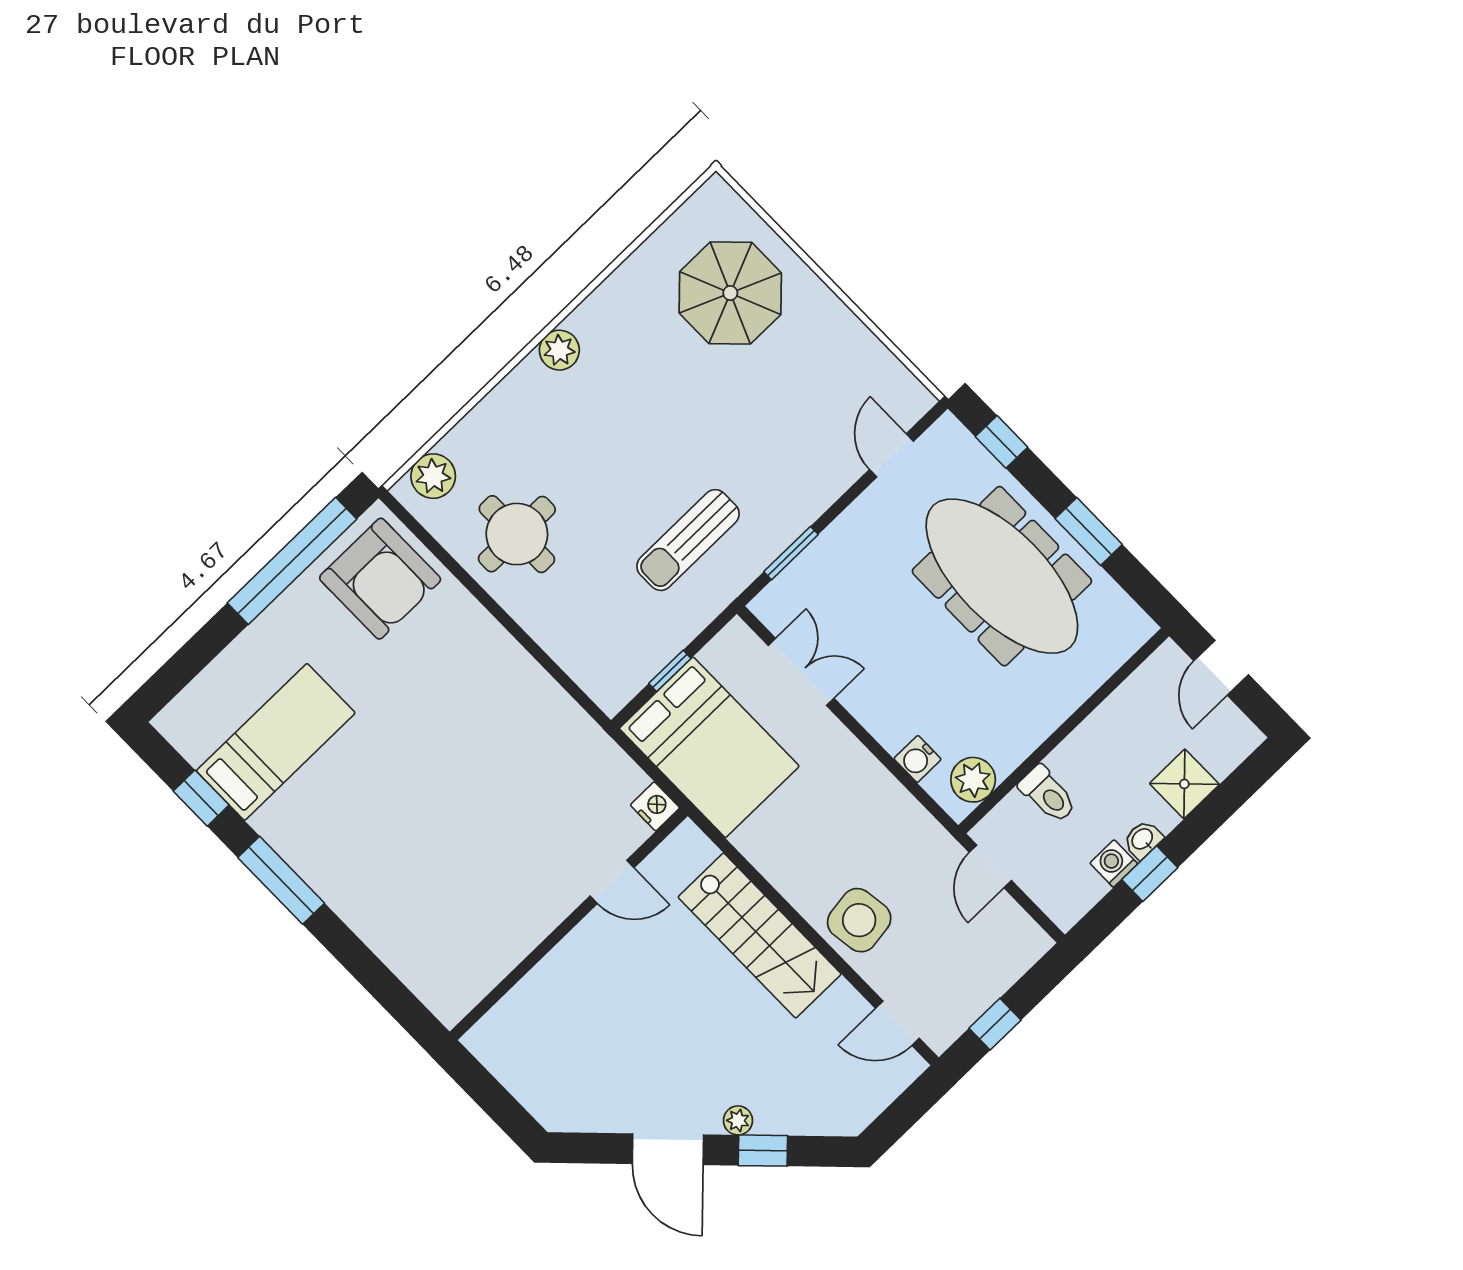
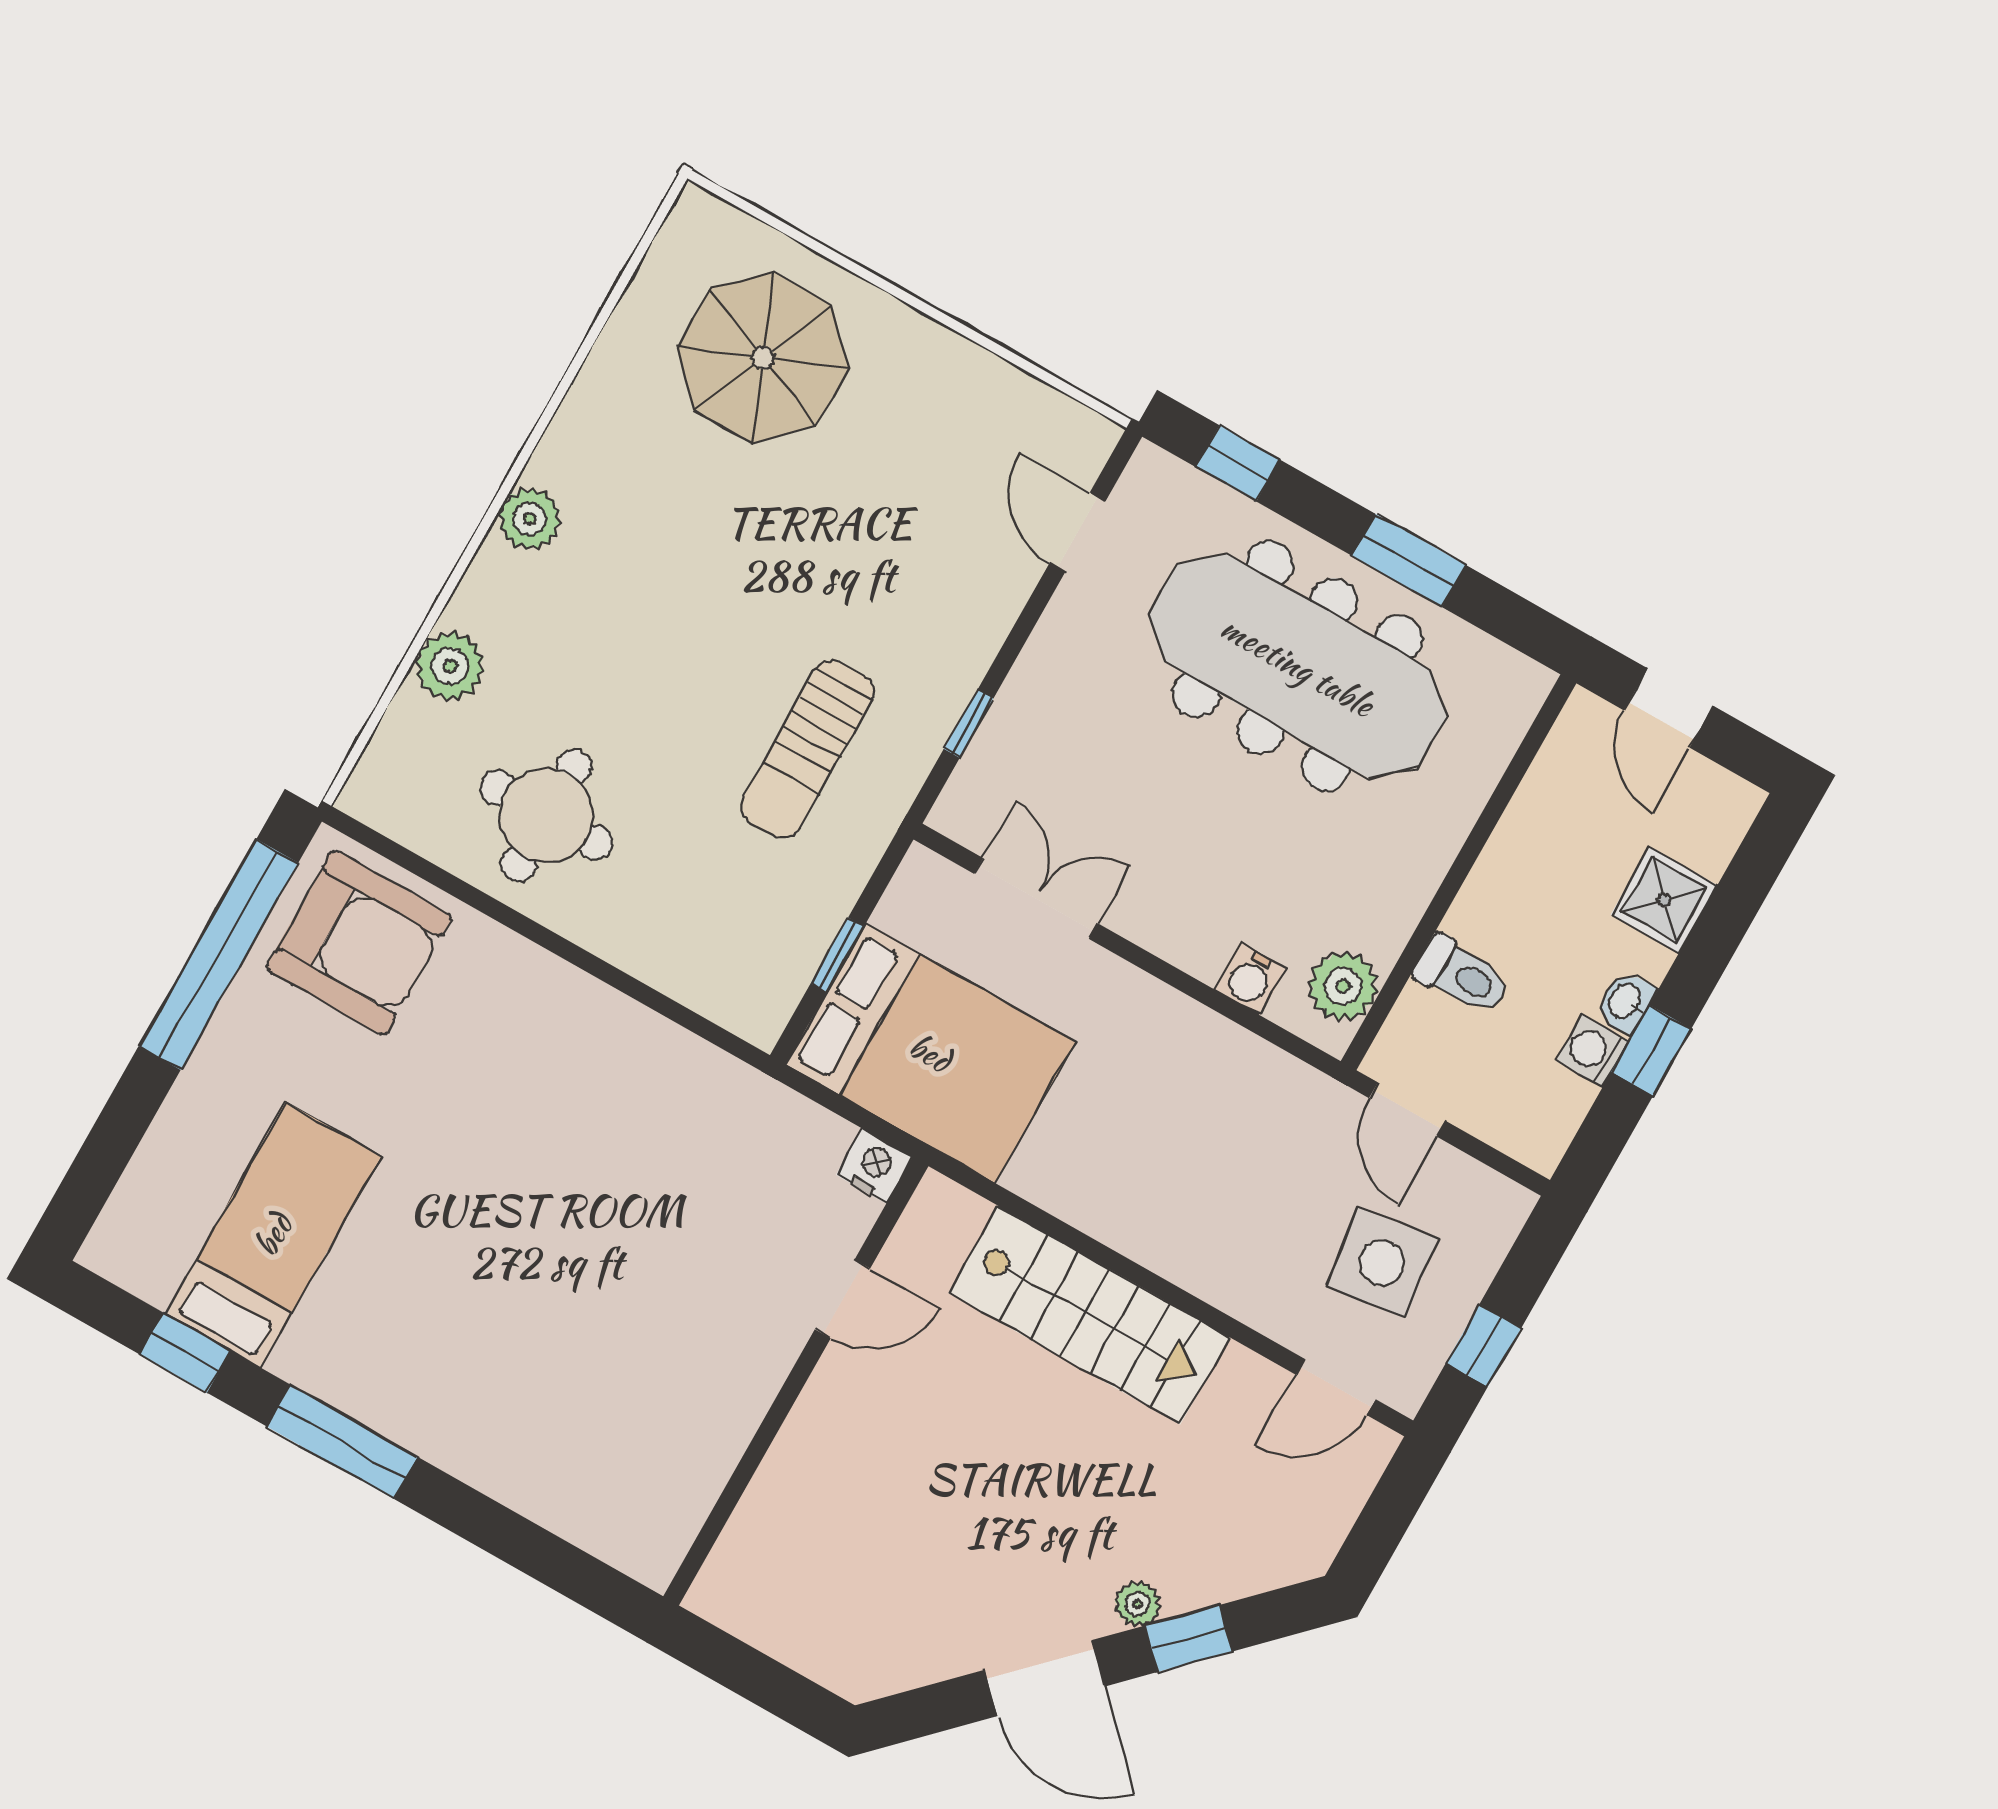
plant: (433, 476) -> (450, 666), moved
window: (791, 553) -> (969, 724), width x0.67
side table: (859, 920) -> (1382, 1263), moved

